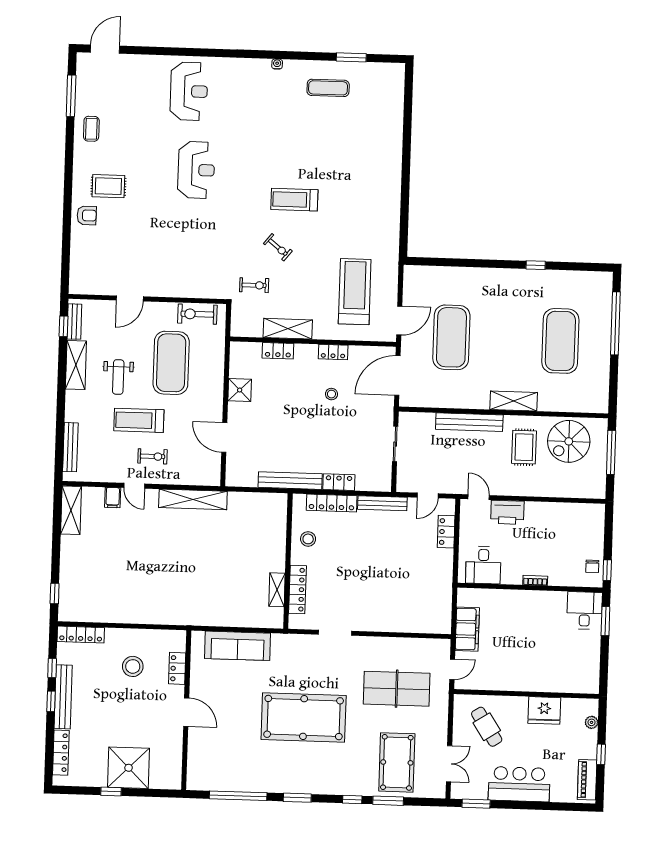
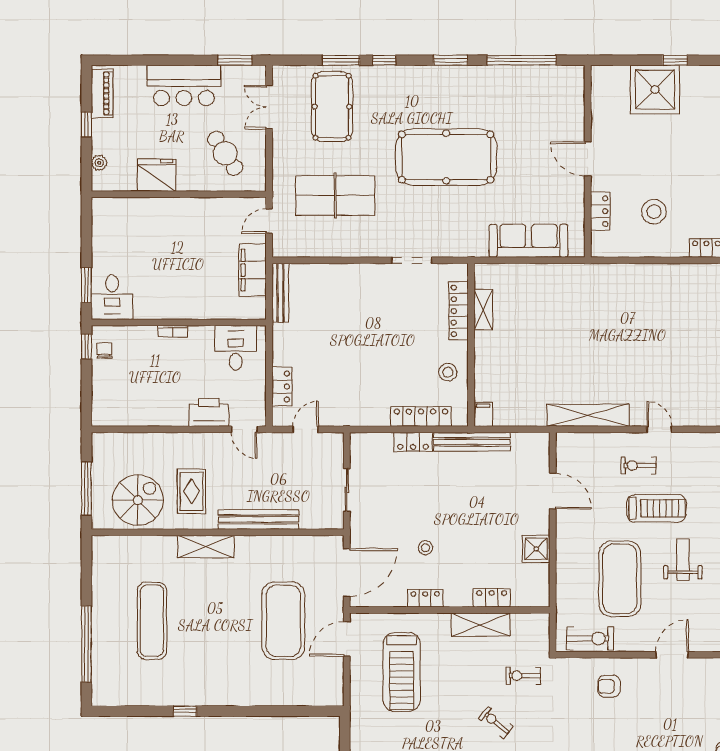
armchair: (183, 274) -> (609, 686), added
exercise mat: (560, 341) -> (152, 621), width x0.68
filing cabinet: (113, 498) -> (483, 414), moved
bench: (382, 503) -> (280, 293), moved, turned 90

